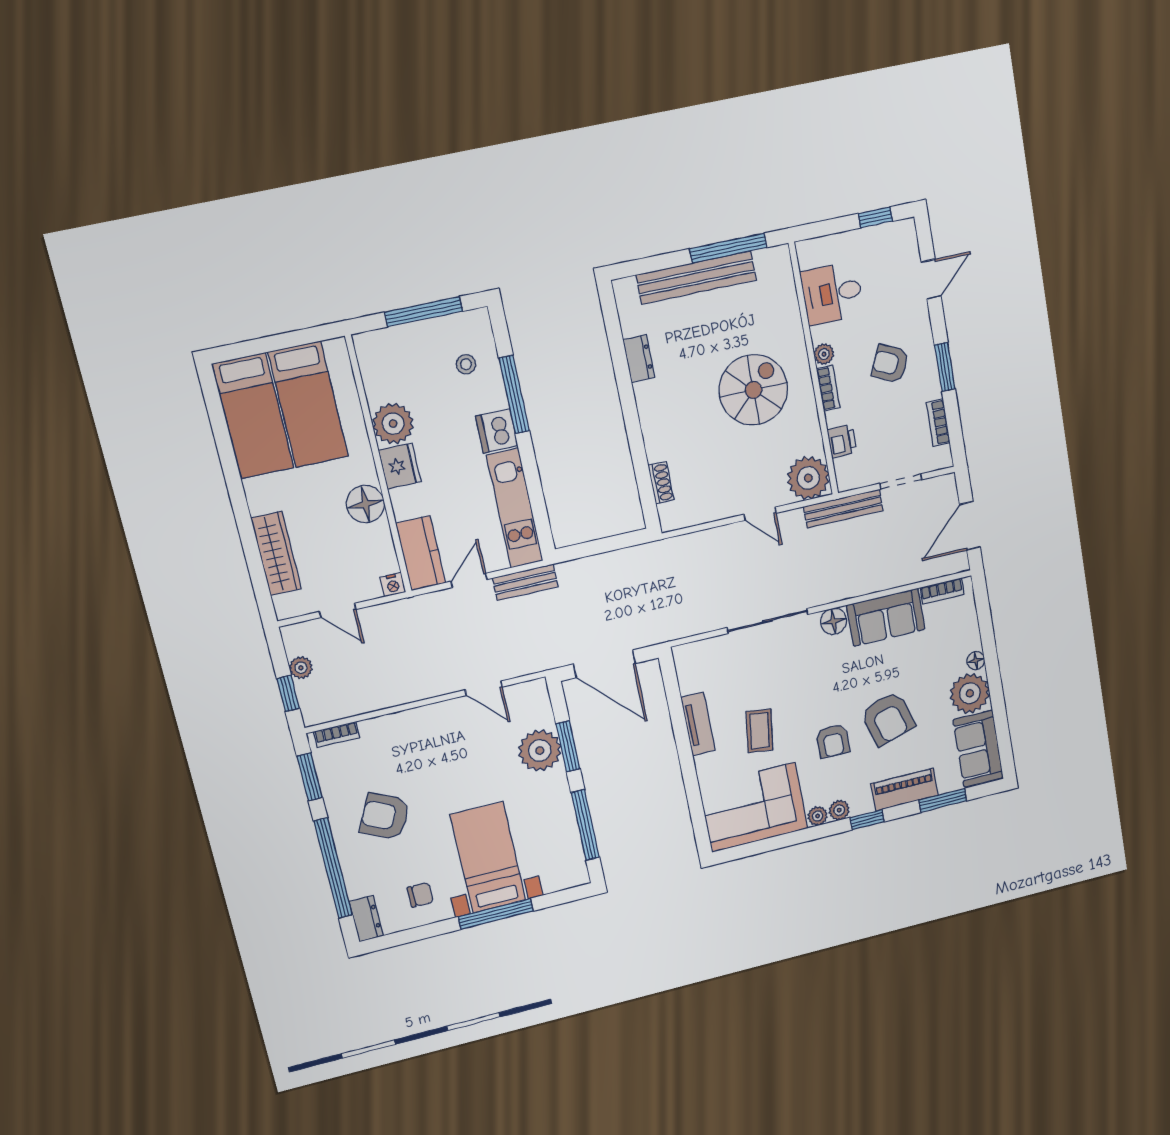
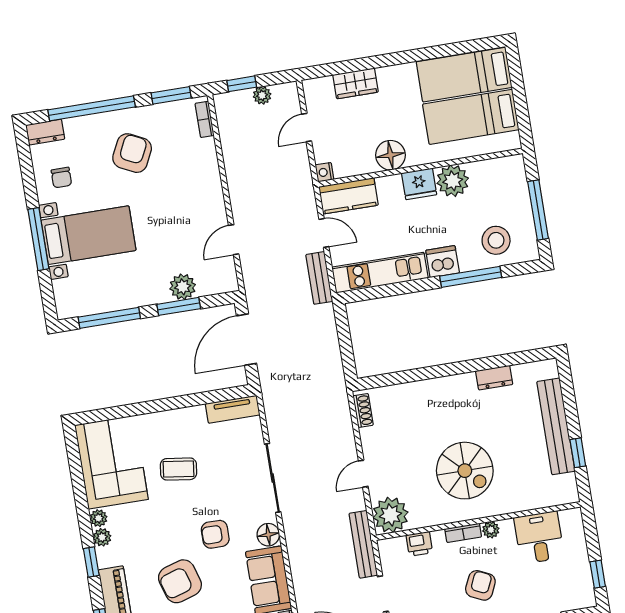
window: (728, 248) -> (578, 453), width x0.46
stool: (466, 364) -> (496, 240), width x1.89, depth x1.89
shoe rack: (661, 483) -> (363, 411), moved, turned -90
wardrobe: (276, 554) -> (356, 83), width x0.67
tv unit: (698, 724) -> (233, 409), moved
armchair: (833, 741) -> (215, 534), moved
plant: (540, 750) -> (183, 287), width x0.73, depth x0.73

